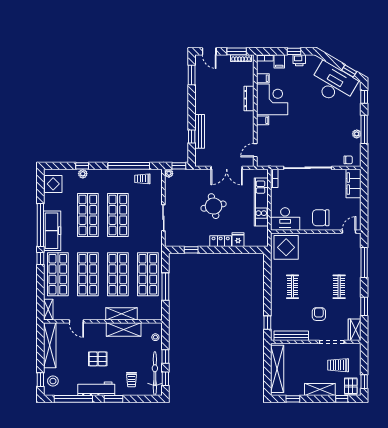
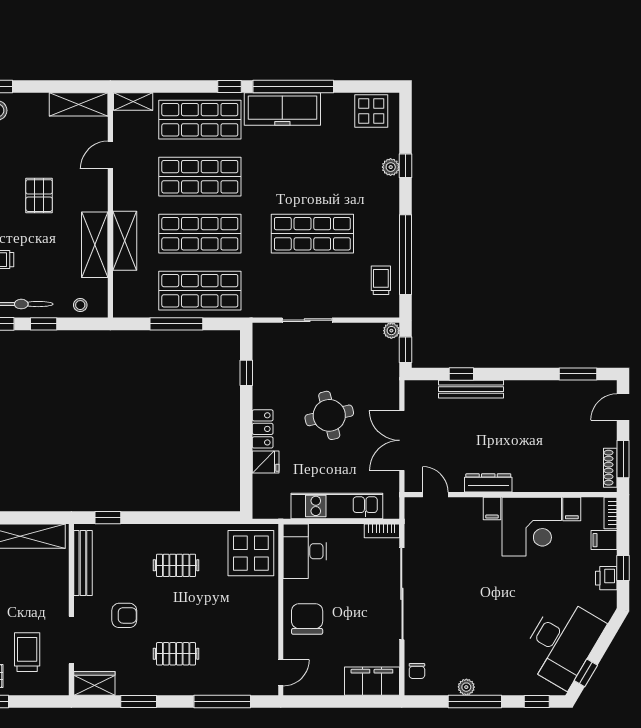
dresser: (249, 99) -> (488, 483), moved
shop shelf: (88, 215) -> (312, 177), removed
door: (349, 232) -> (281, 673), hinge flipped
shelving: (50, 345) -> (79, 104), width x0.68

